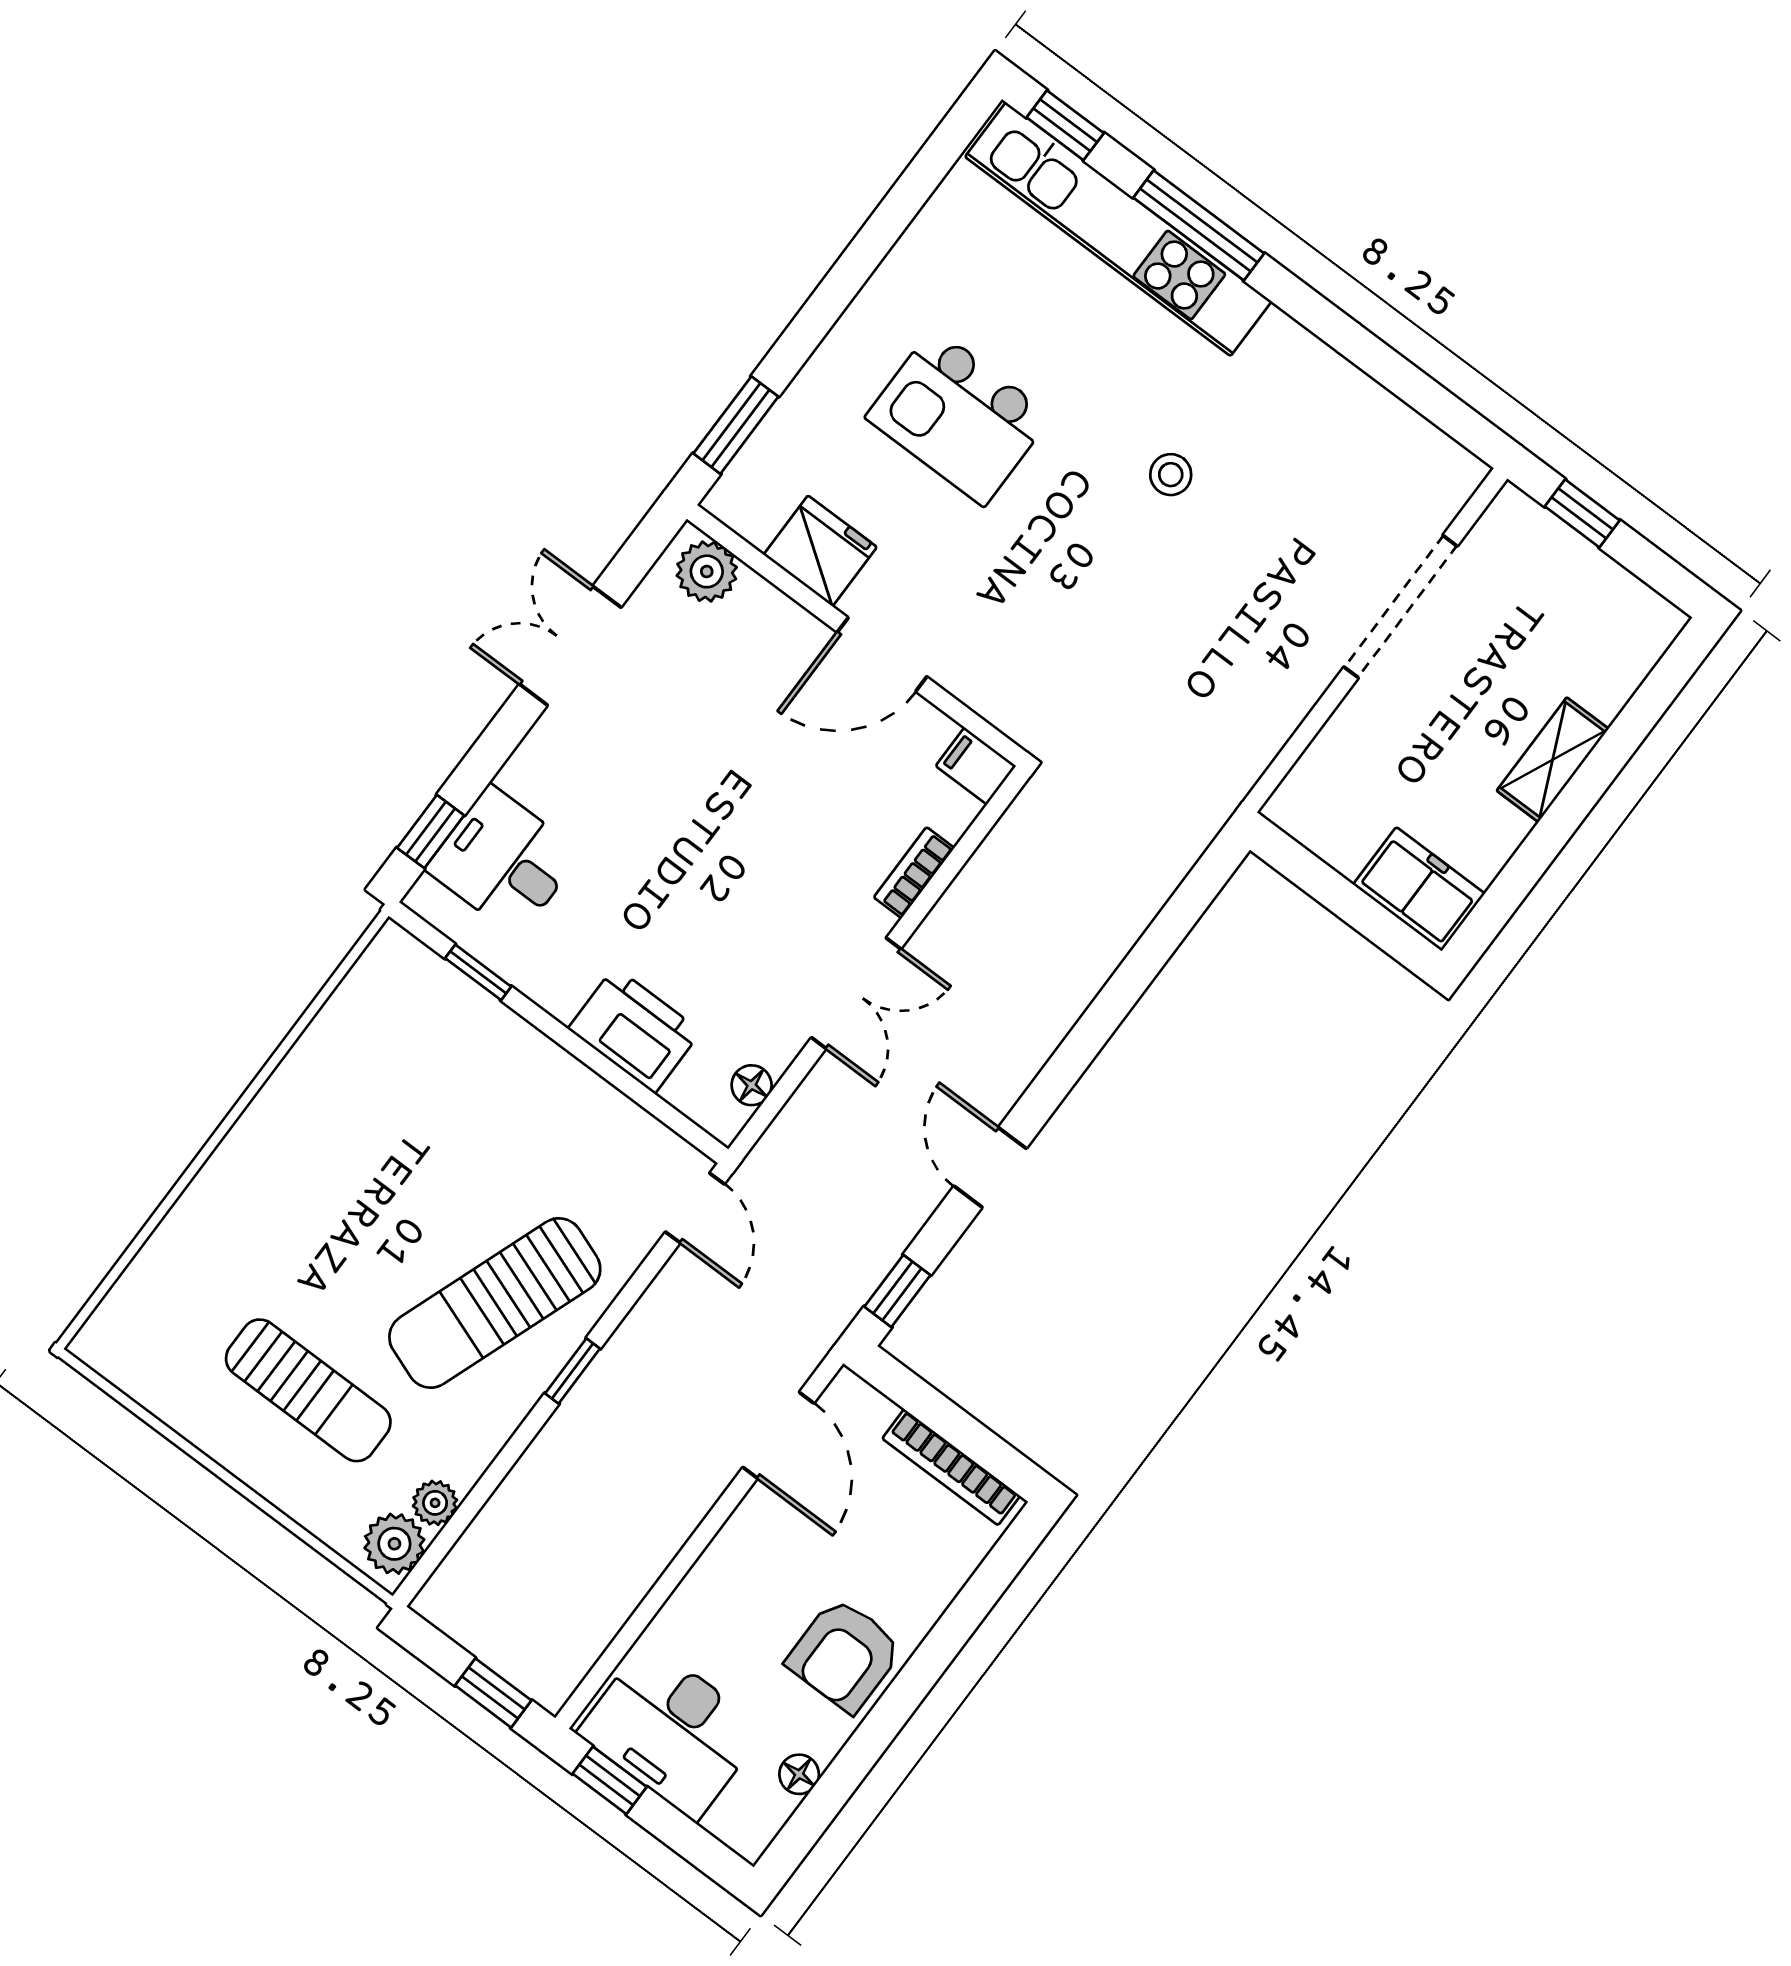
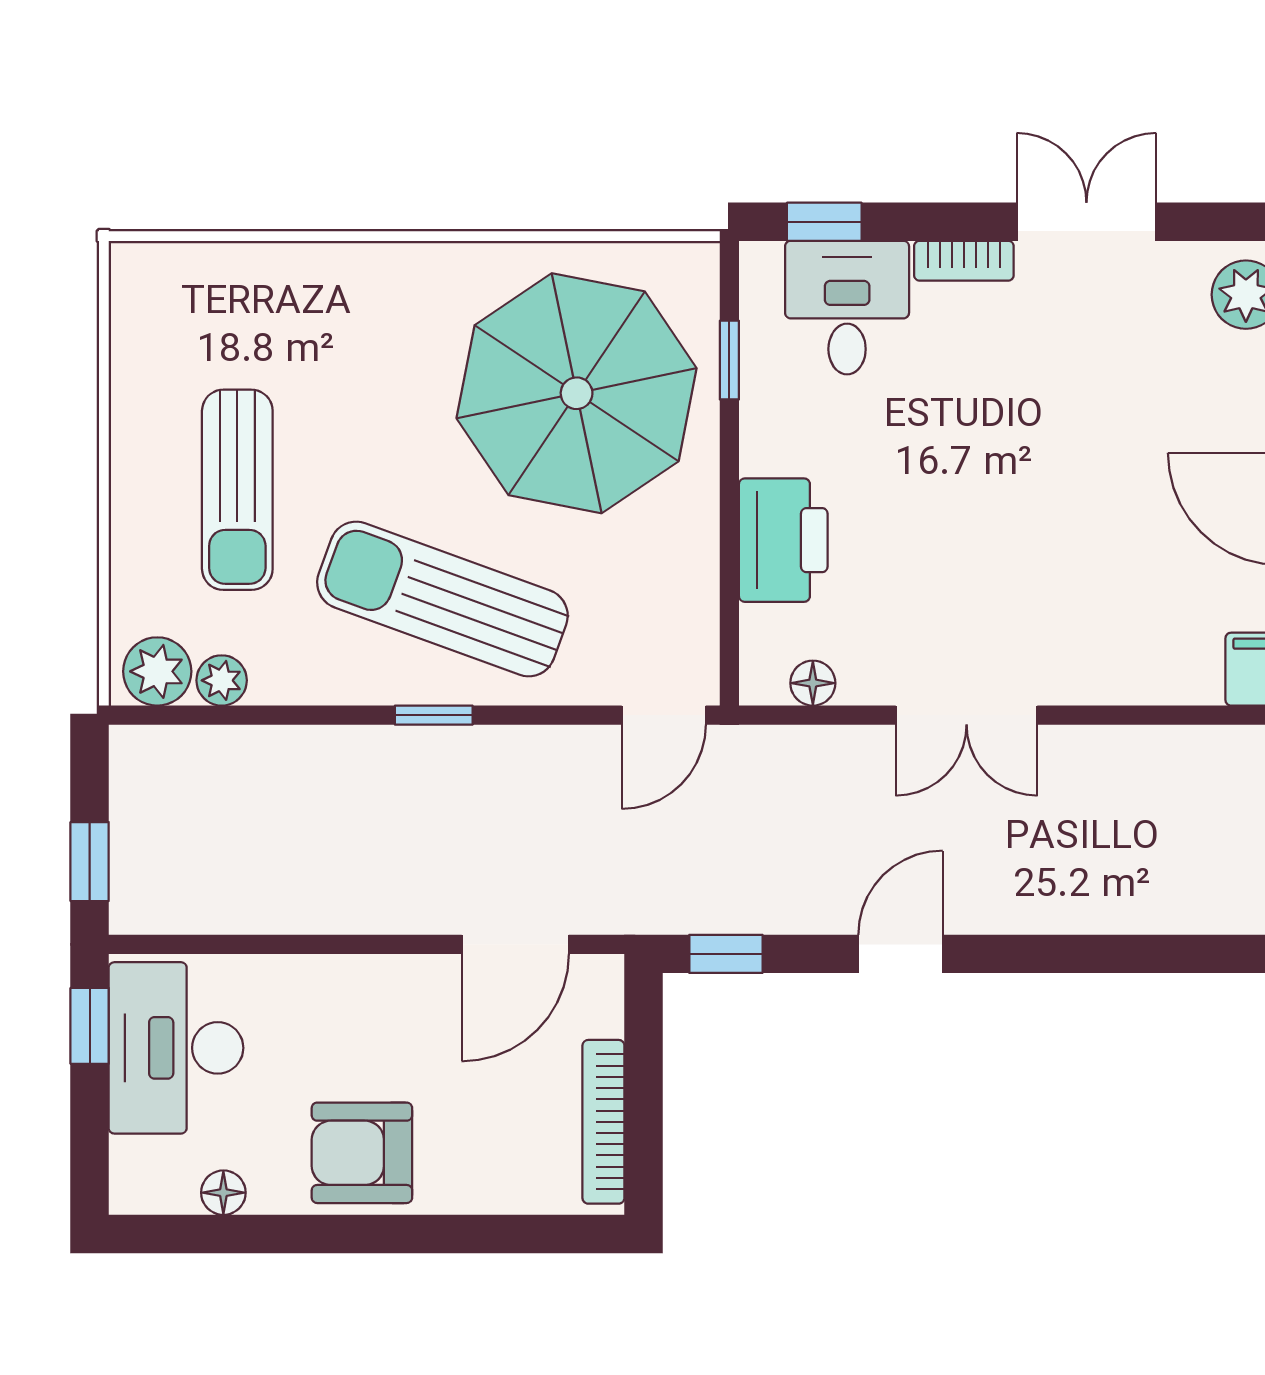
bookcase: (914, 873) -> (964, 261), moved, turned 180
parasol: (420, 1098) -> (577, 393), added

